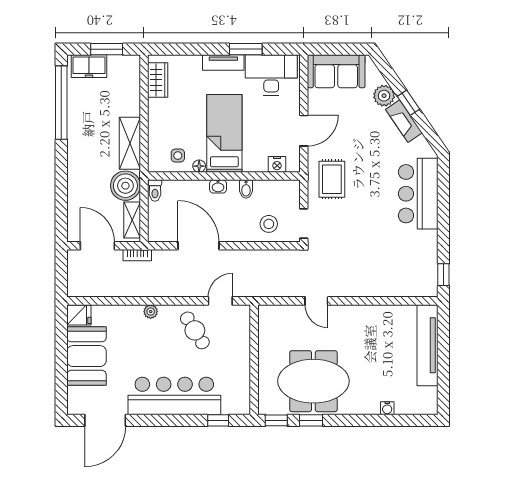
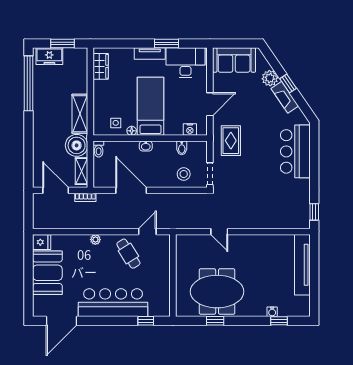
bidet: (246, 189) -> (182, 148), moved
window: (276, 420) -> (279, 321), moved

